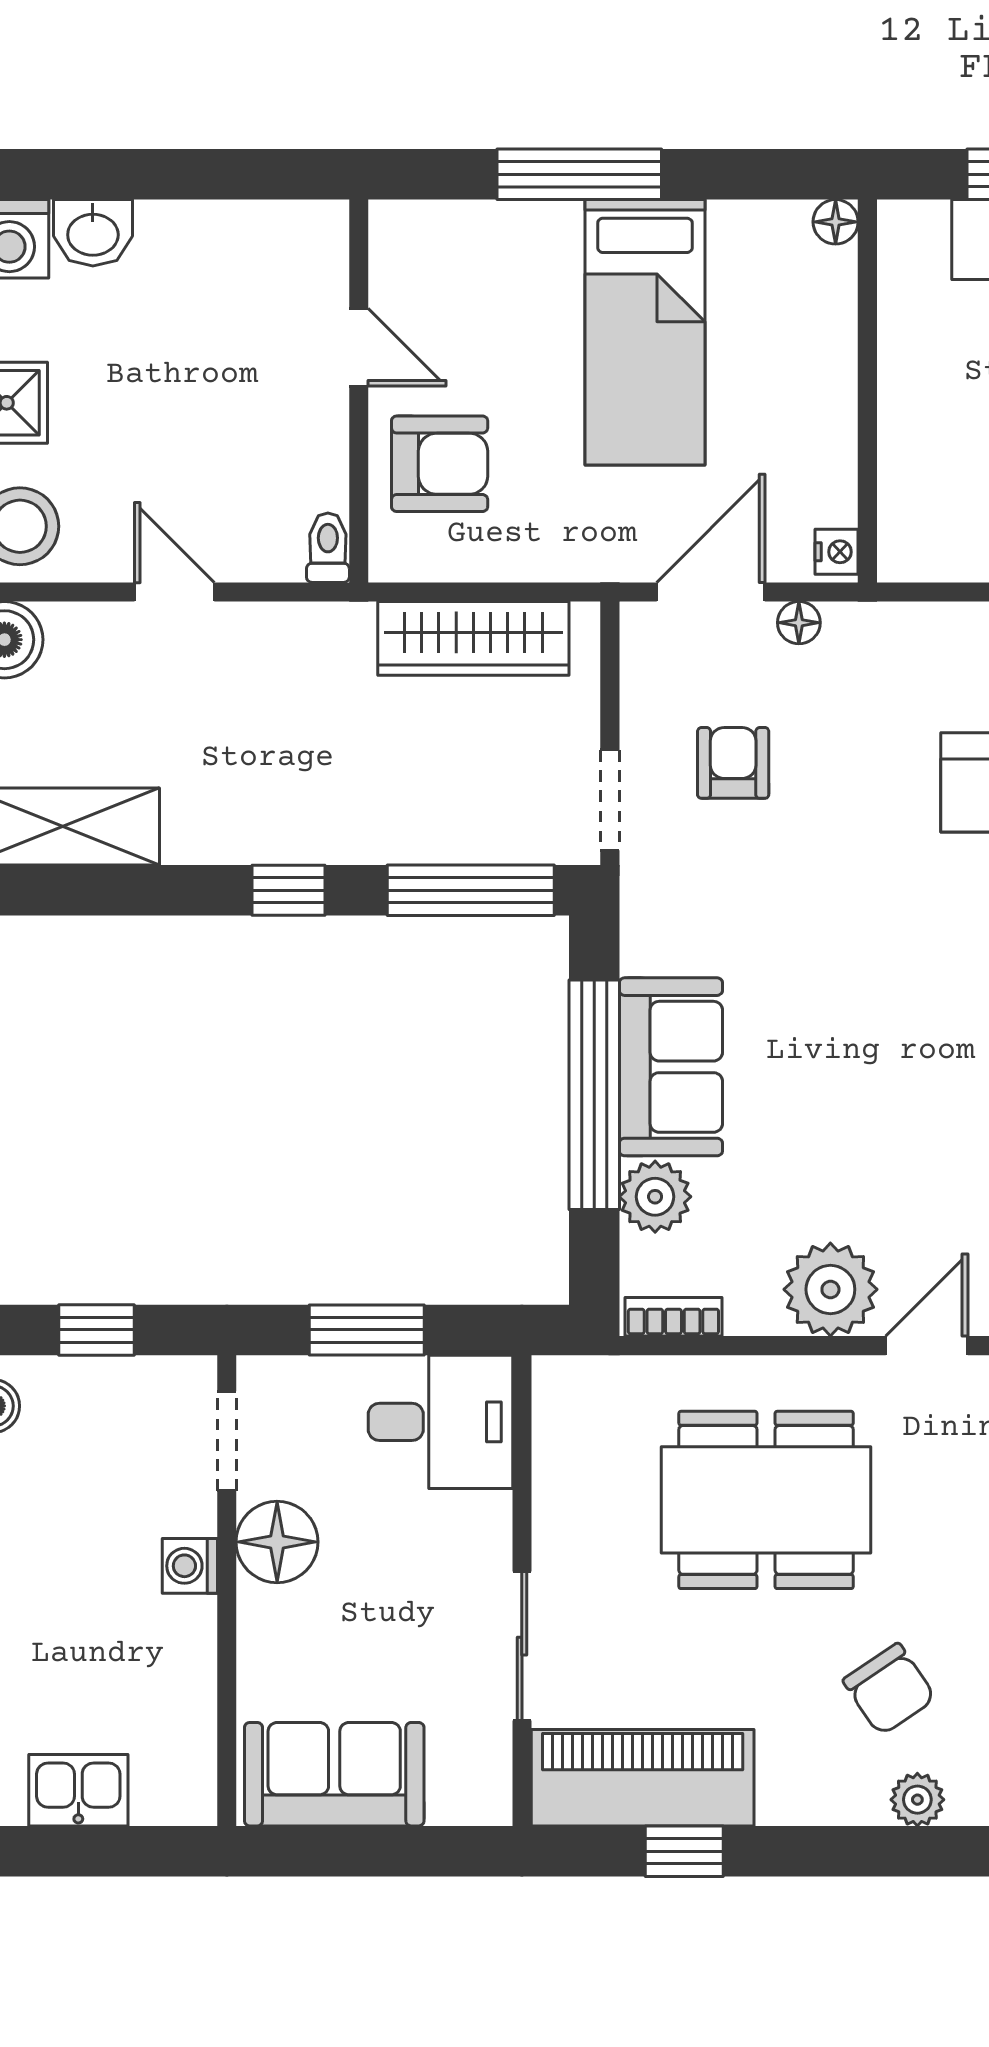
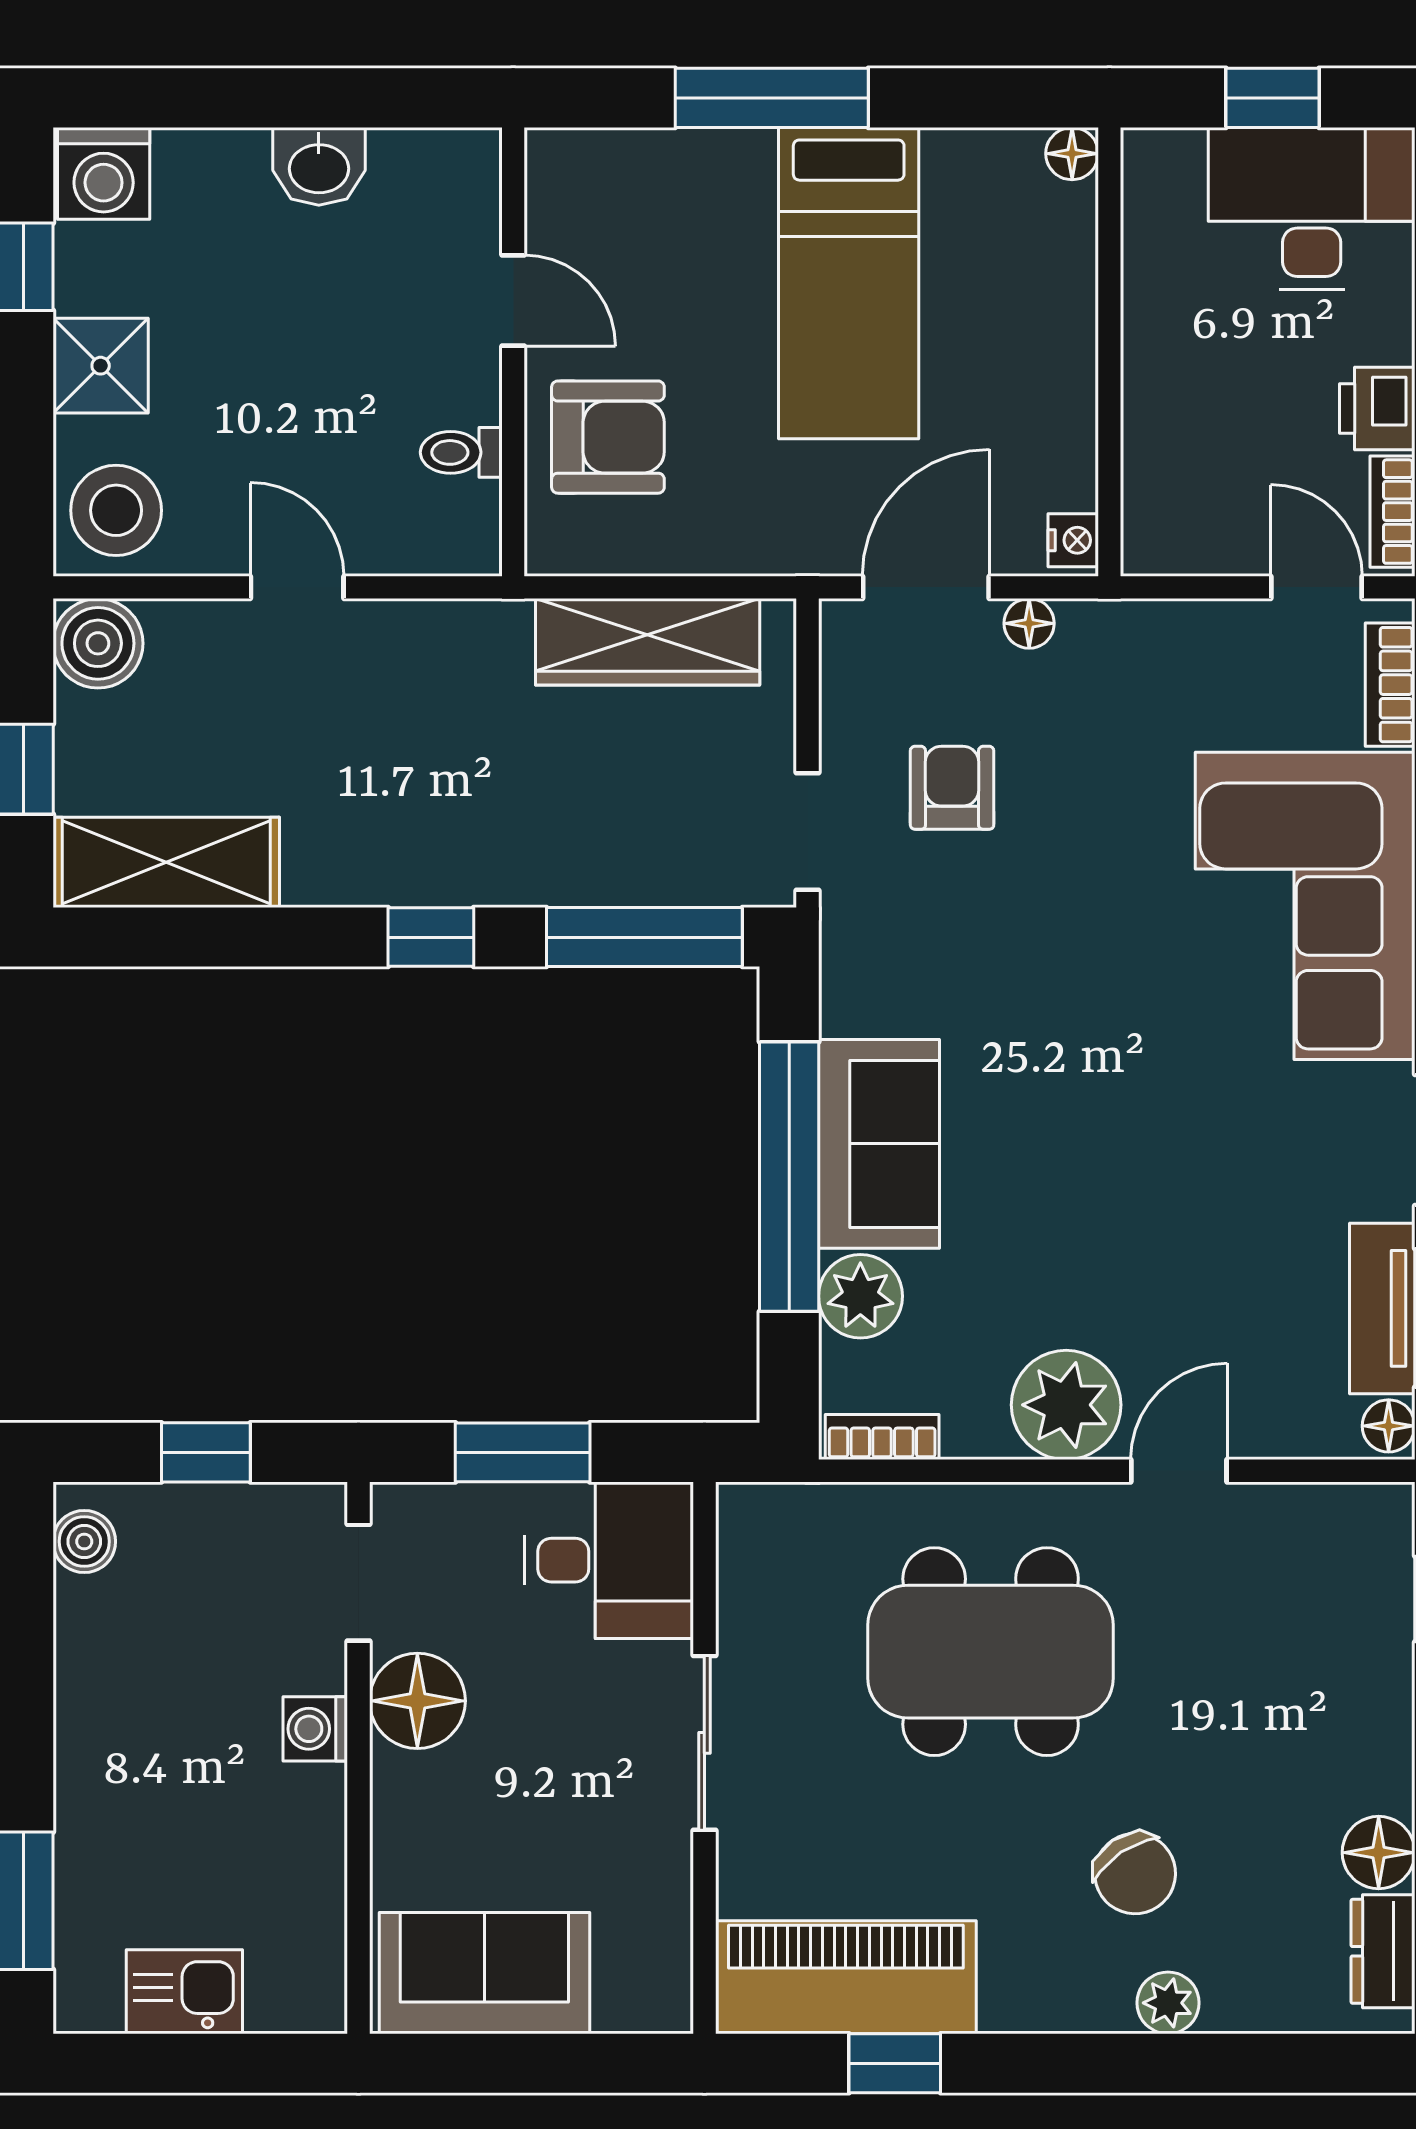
washbasin: (93, 233) -> (319, 166), moved
toilet: (328, 548) -> (461, 452), moved, turned -90
sliding door: (522, 1646) -> (704, 1743), moved

